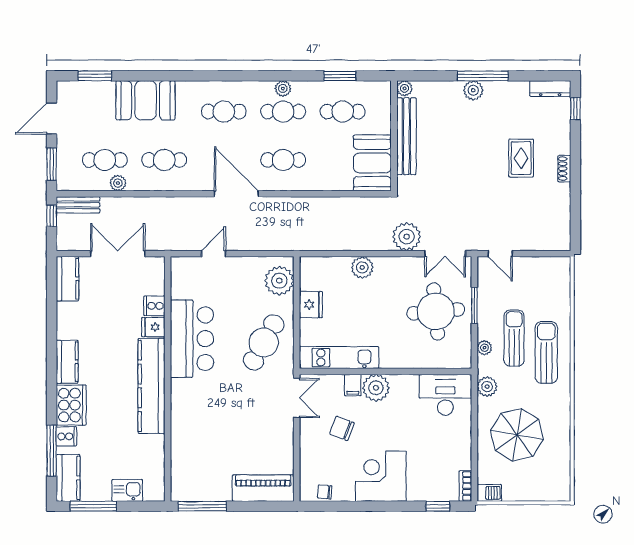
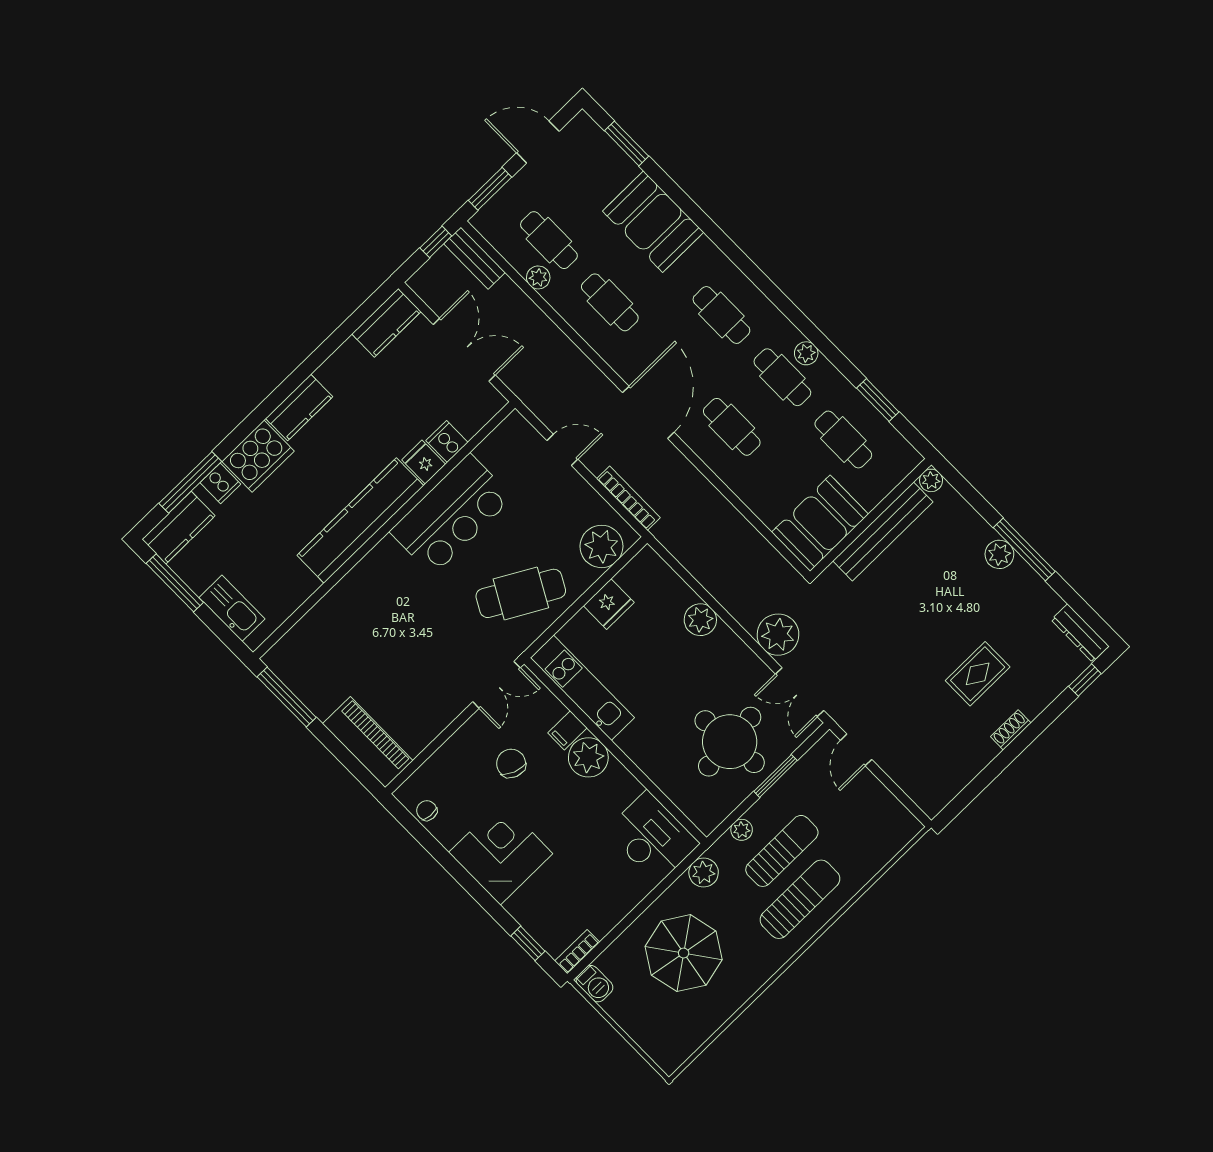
bookcase: (269, 244) -> (628, 498), added
kitchen sink: (127, 490) -> (232, 608), width x1.38

